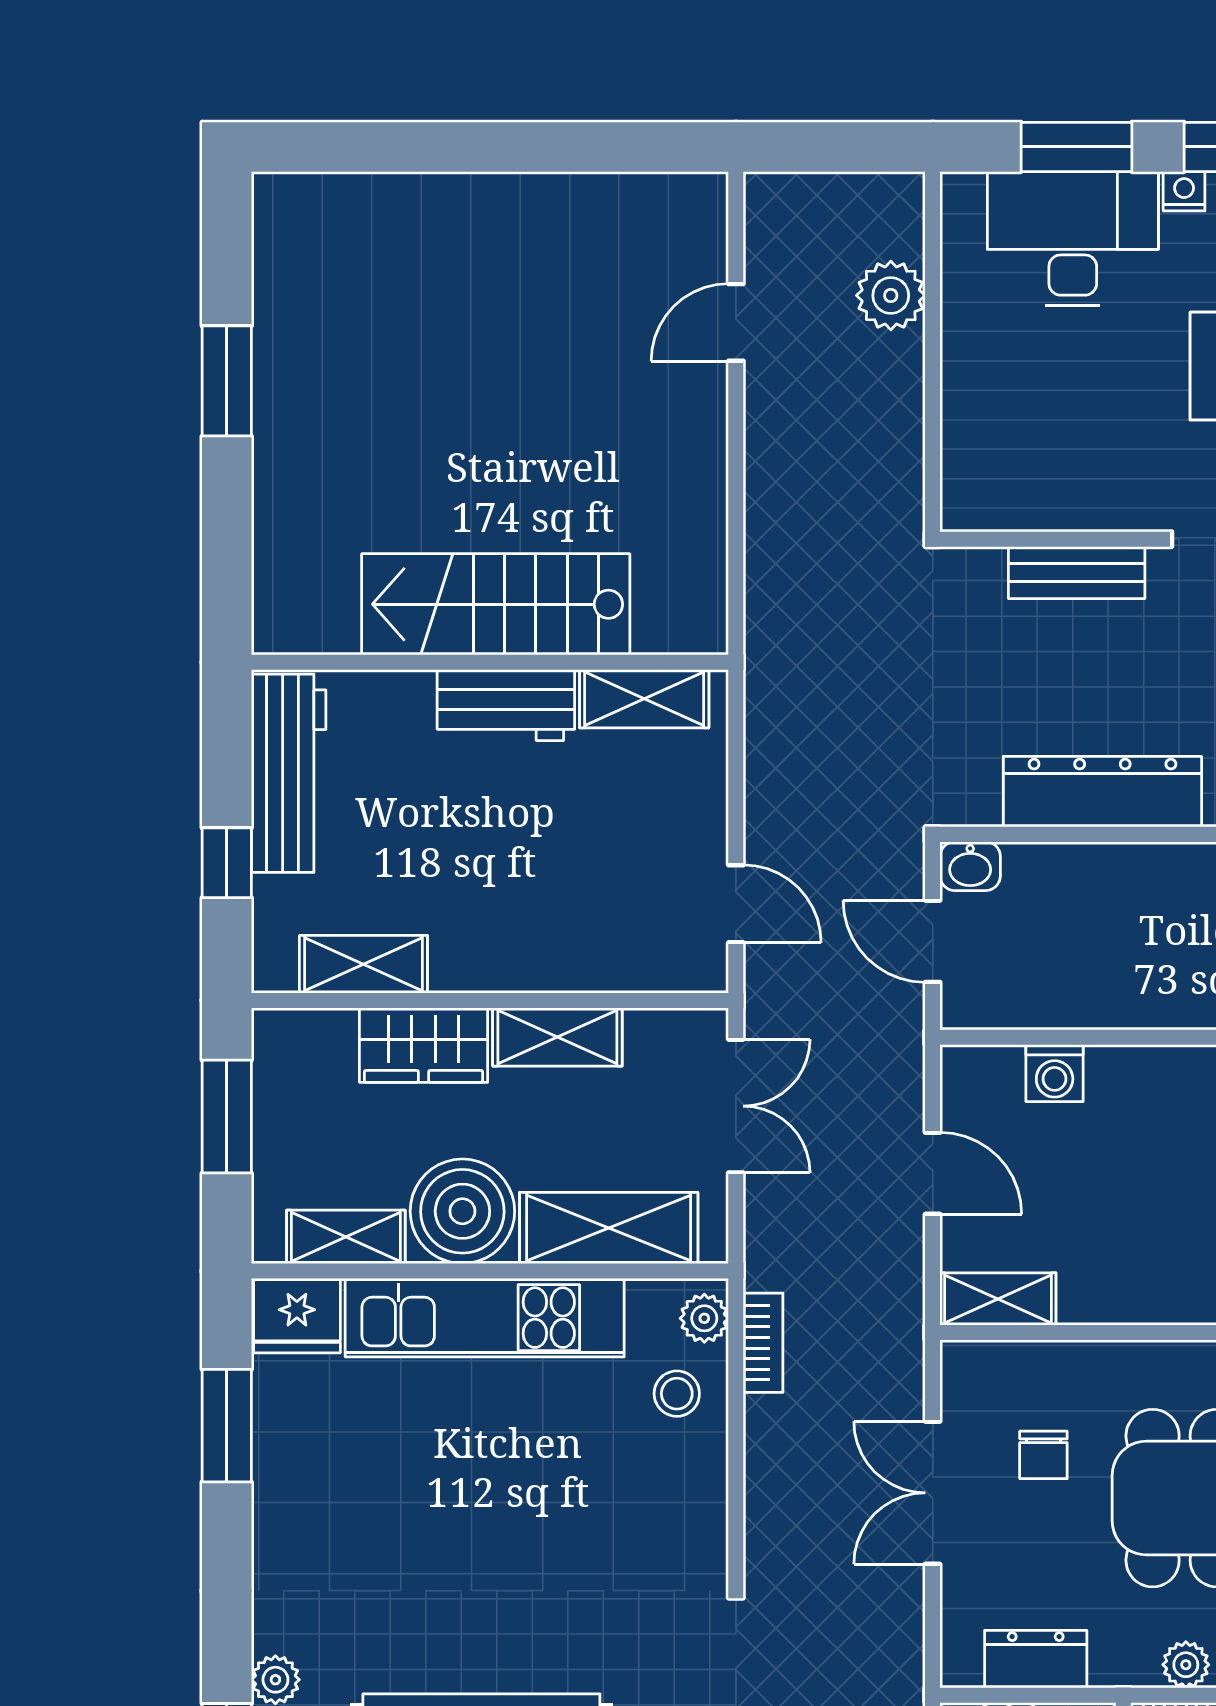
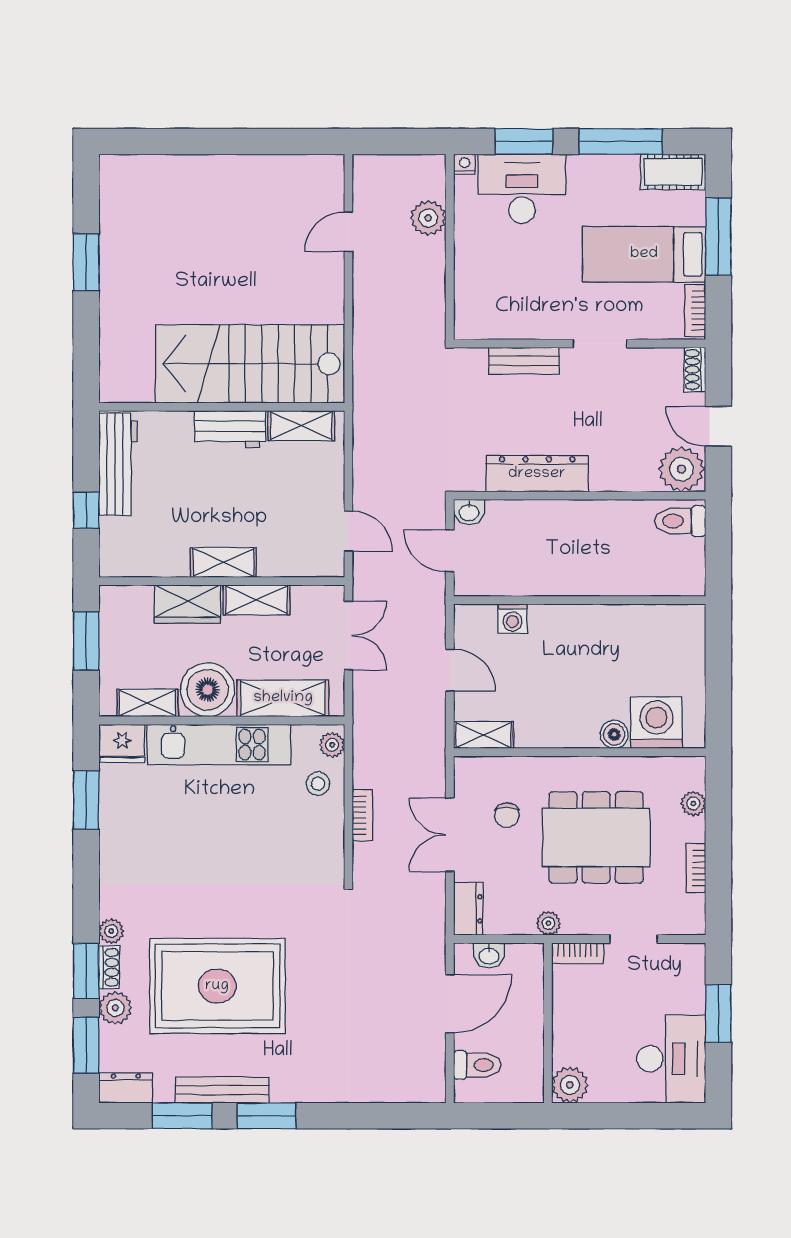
nightstand: (1184, 191) -> (465, 164), moved
stairs: (496, 604) -> (250, 364), width x1.36, depth x1.51
shelving: (363, 964) -> (223, 562), moved
bookcase: (763, 1343) -> (362, 815), moved
dresser: (1036, 1659) -> (468, 909), moved, turned 90
plant: (1186, 1665) -> (548, 923), moved

